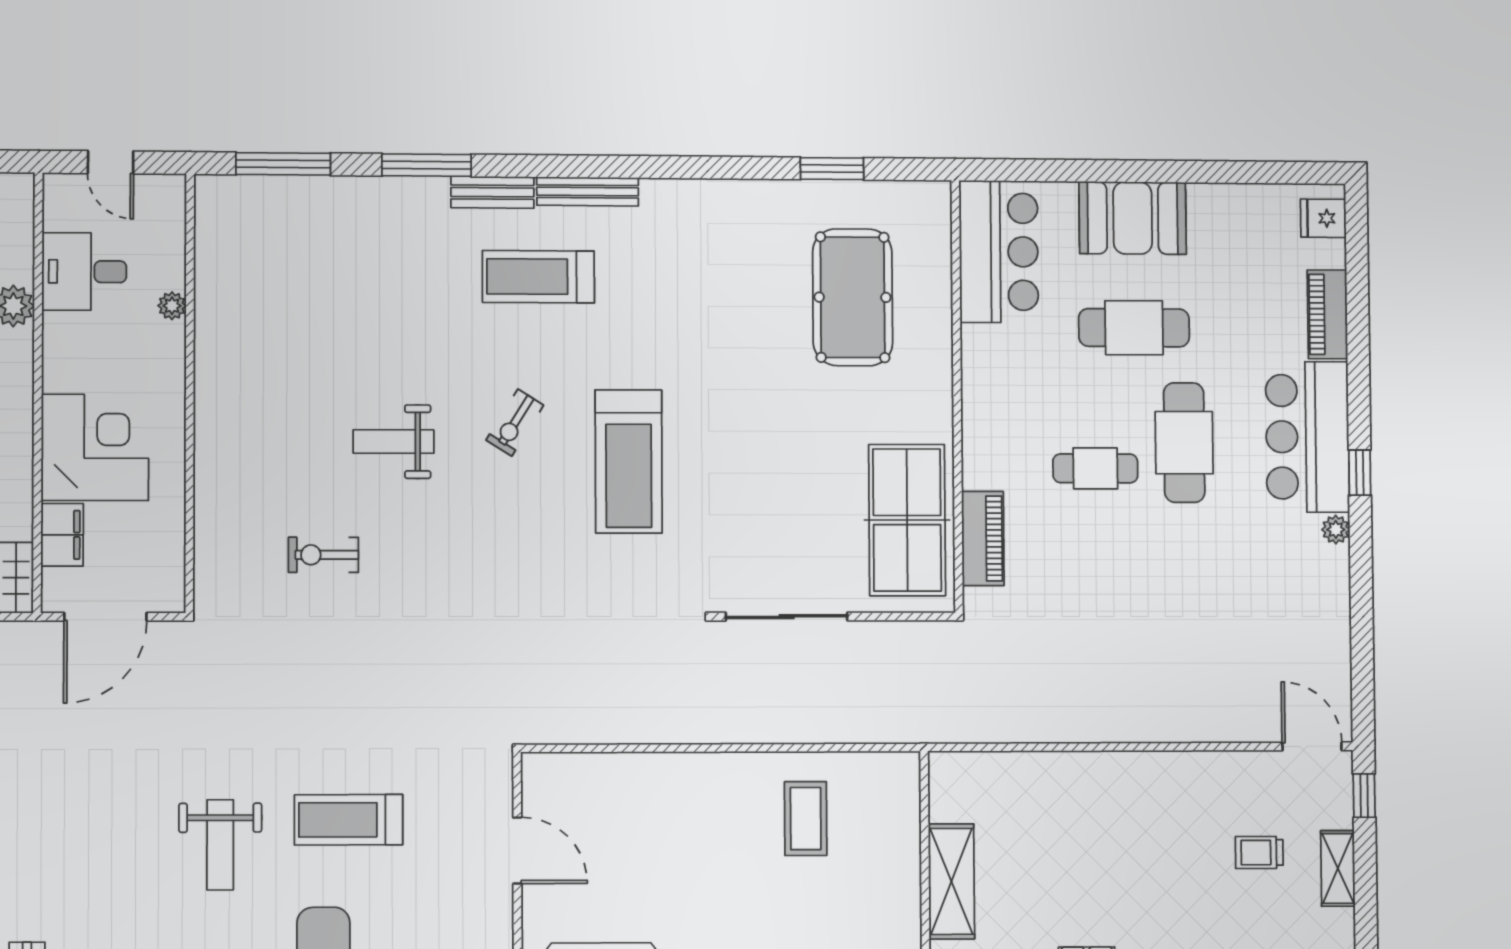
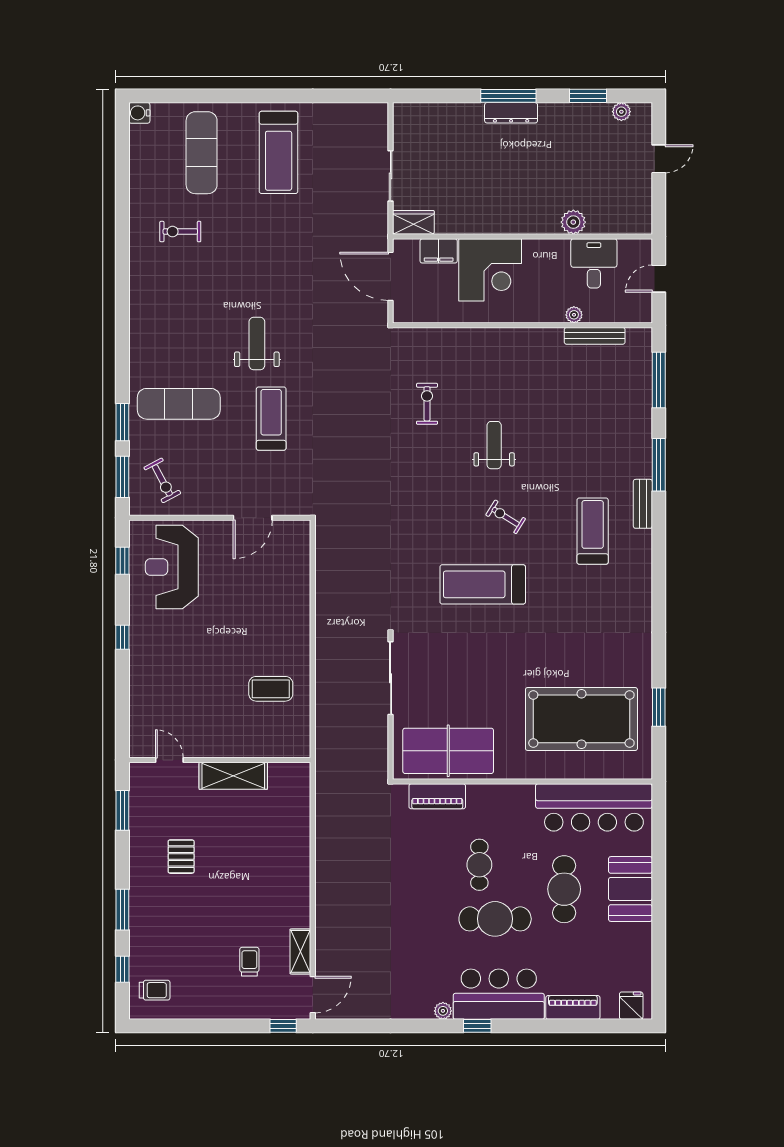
bench: (588, 191) -> (595, 336), moved, turned 90
bar counter: (999, 252) -> (594, 807), width x1.36
pool table: (853, 297) -> (581, 719), width x1.36, depth x1.32
weight bench: (220, 845) -> (257, 344), turned 90
shelving: (1338, 868) -> (300, 951), moved, turned 90

